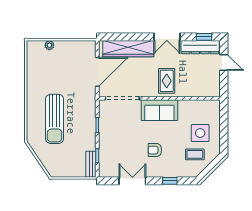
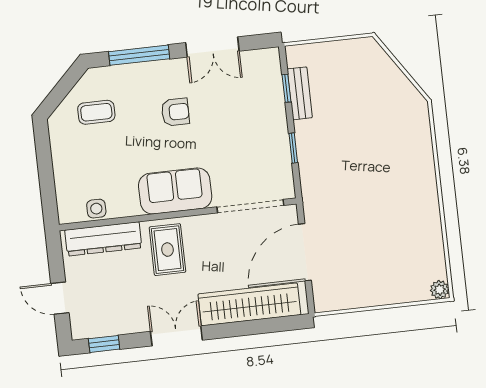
plant: (49, 45) -> (440, 290), moved
dresser: (200, 47) -> (103, 239), moved, turned 180
sun lounger: (55, 119) -> (378, 151), removed
side table: (200, 133) -> (96, 209), moved, width x0.54, depth x0.54
bench: (91, 164) -> (300, 93), moved
window: (170, 181) -> (139, 55), width x2.17

